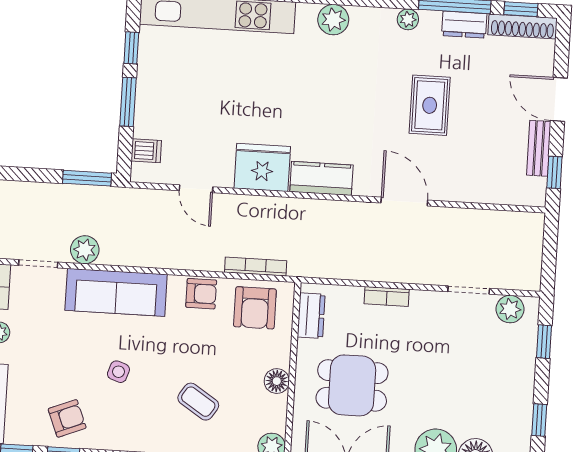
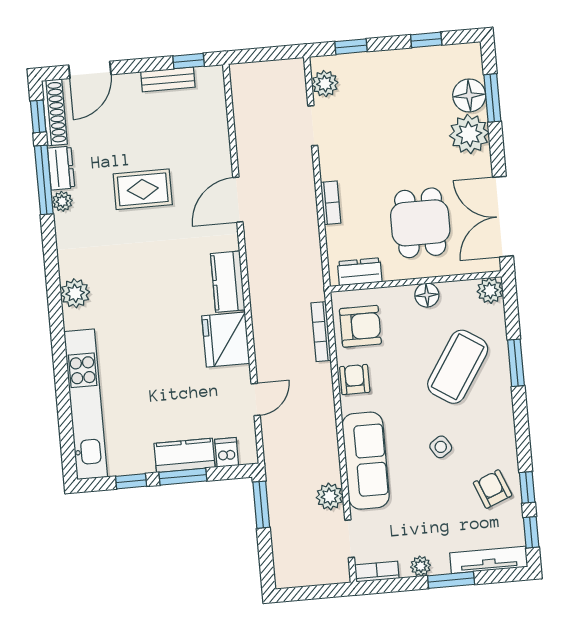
plant: (408, 19) -> (62, 201), moved
door: (559, 99) -> (90, 70), moved
kitchen counter: (150, 107) -> (184, 455), added
side table: (118, 372) -> (441, 447), turned 38
coffee table: (198, 402) -> (458, 367), width x1.86, depth x1.72

